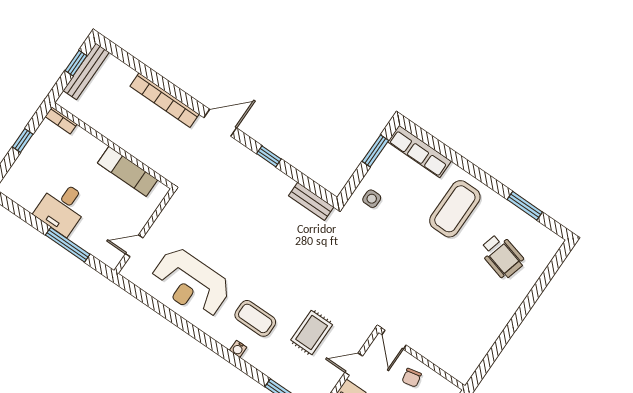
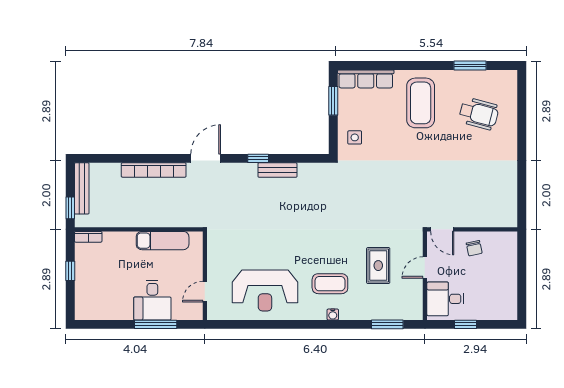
window: (76, 63) -> (70, 208), moved
bench: (311, 201) -> (277, 170), moved
desk: (62, 208) -> (152, 300), moved

